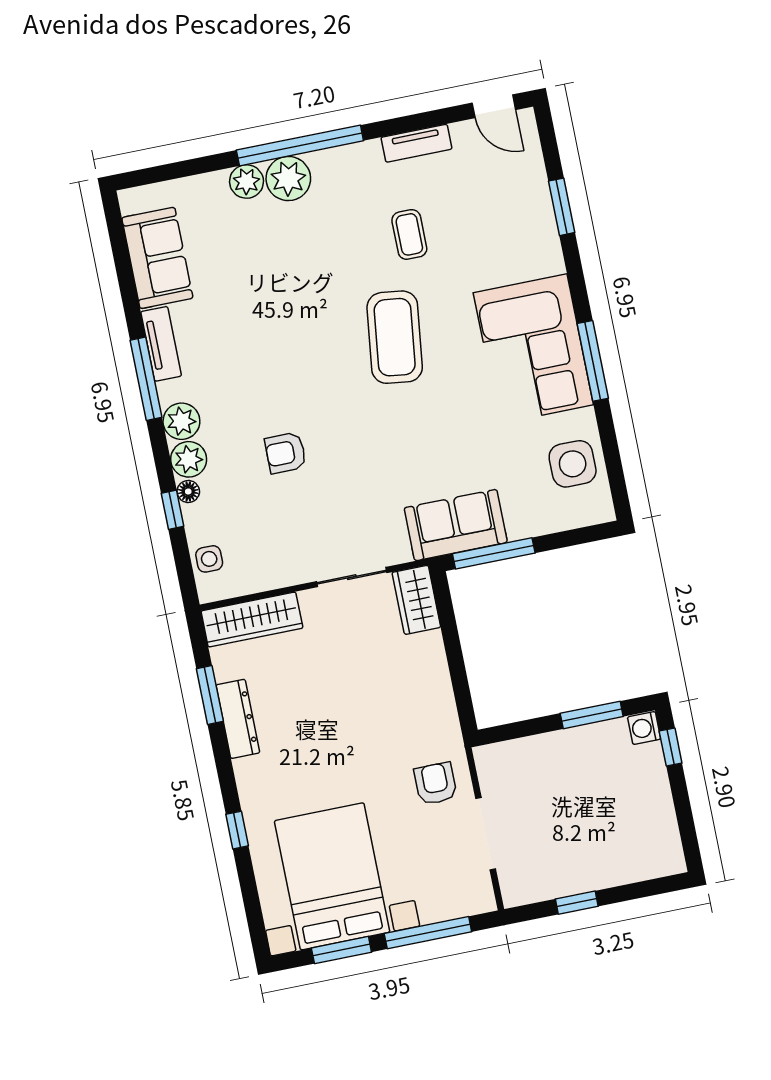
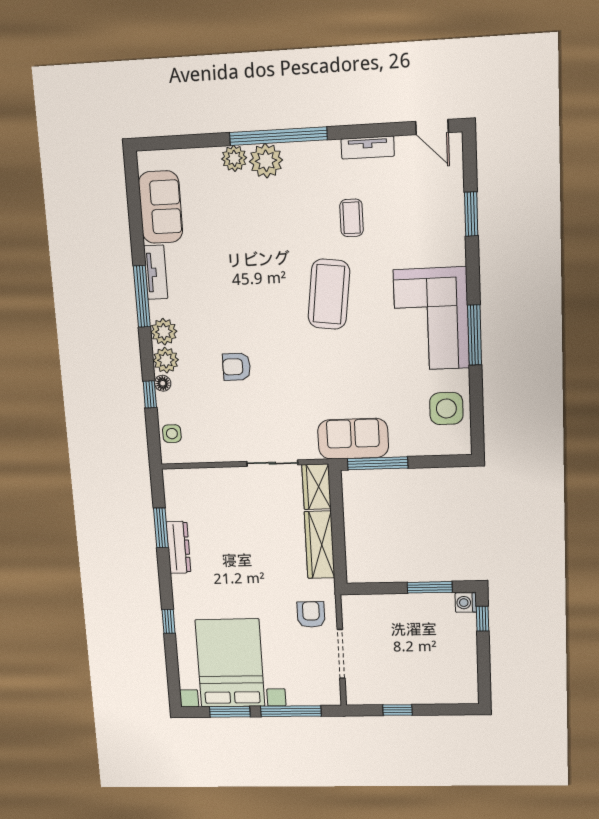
wardrobe: (252, 620) -> (320, 545), moved, turned 90

